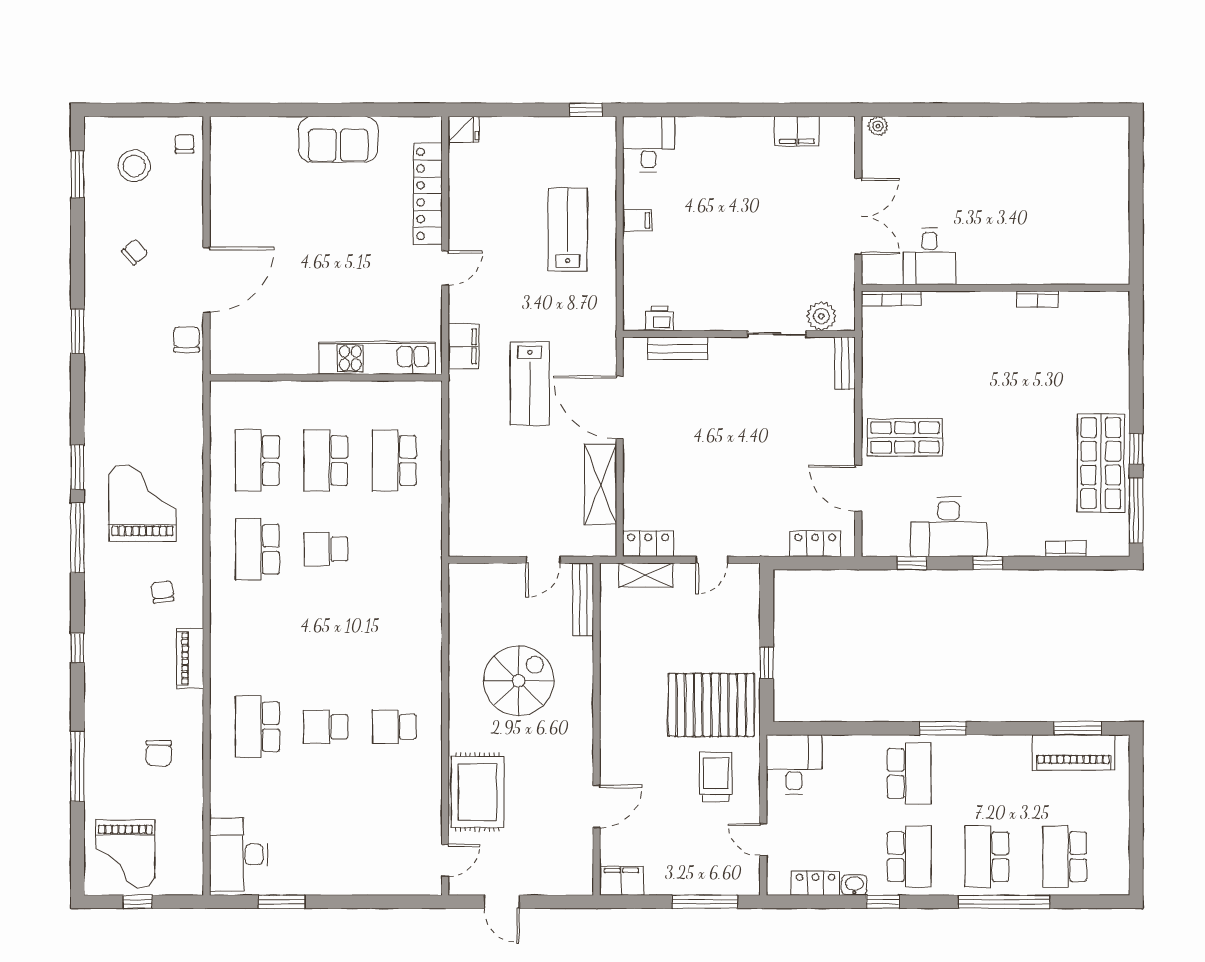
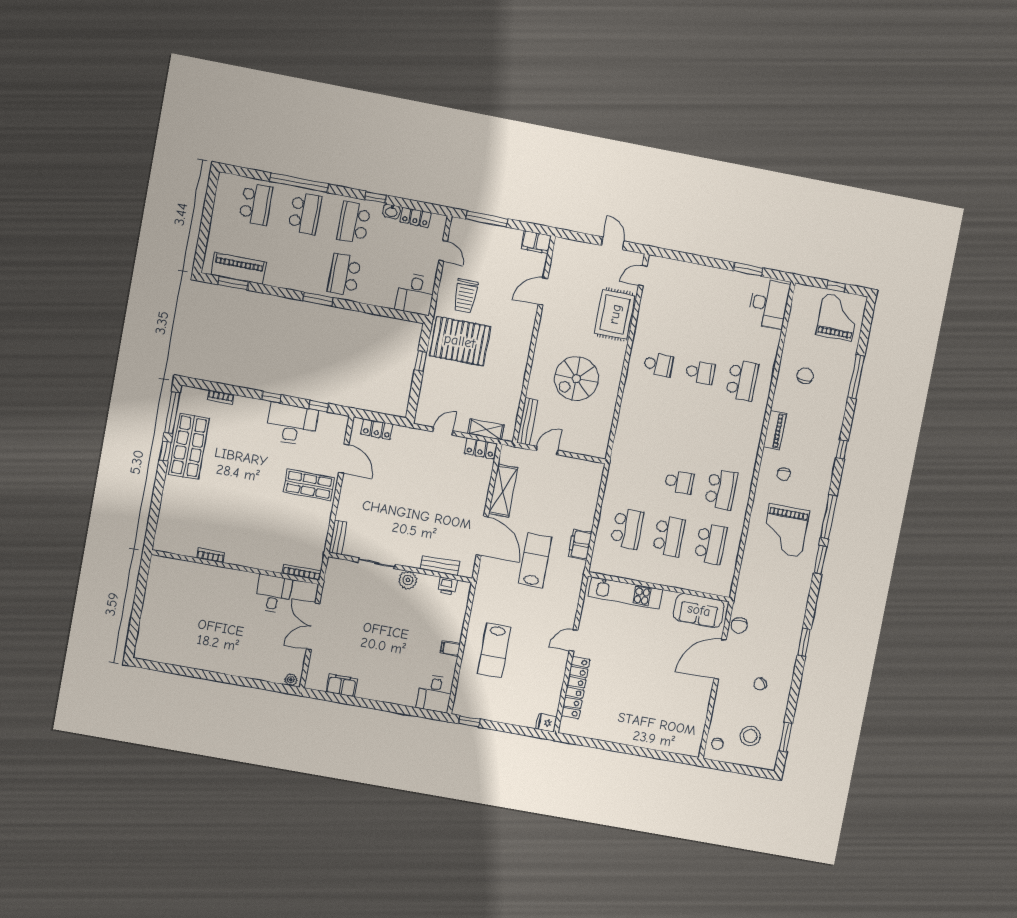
sofa: (338, 139) -> (699, 610), moved, turned 180
plant: (821, 316) -> (408, 580), moved
filing cabinet: (463, 346) -> (580, 544), moved

